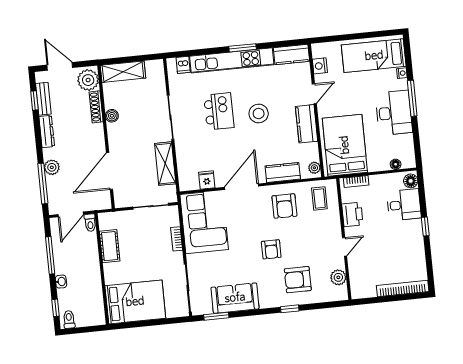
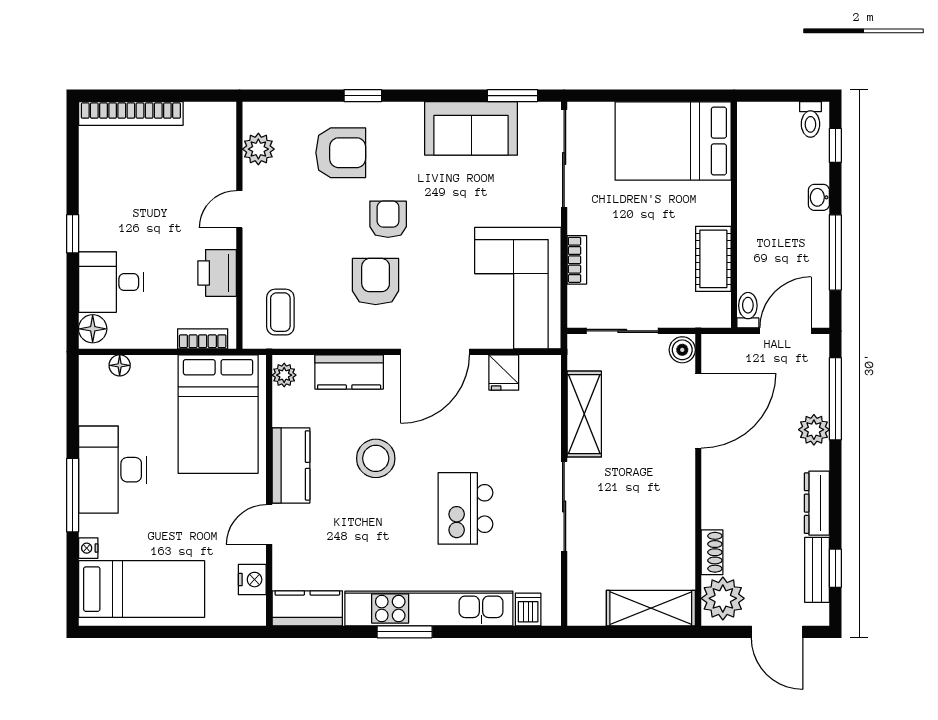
shoe rack: (96, 107) -> (712, 552), width x0.70
stool: (259, 114) -> (376, 458), moved
boiler: (112, 116) -> (682, 350), moved
armchair: (284, 206) -> (376, 282), moved

